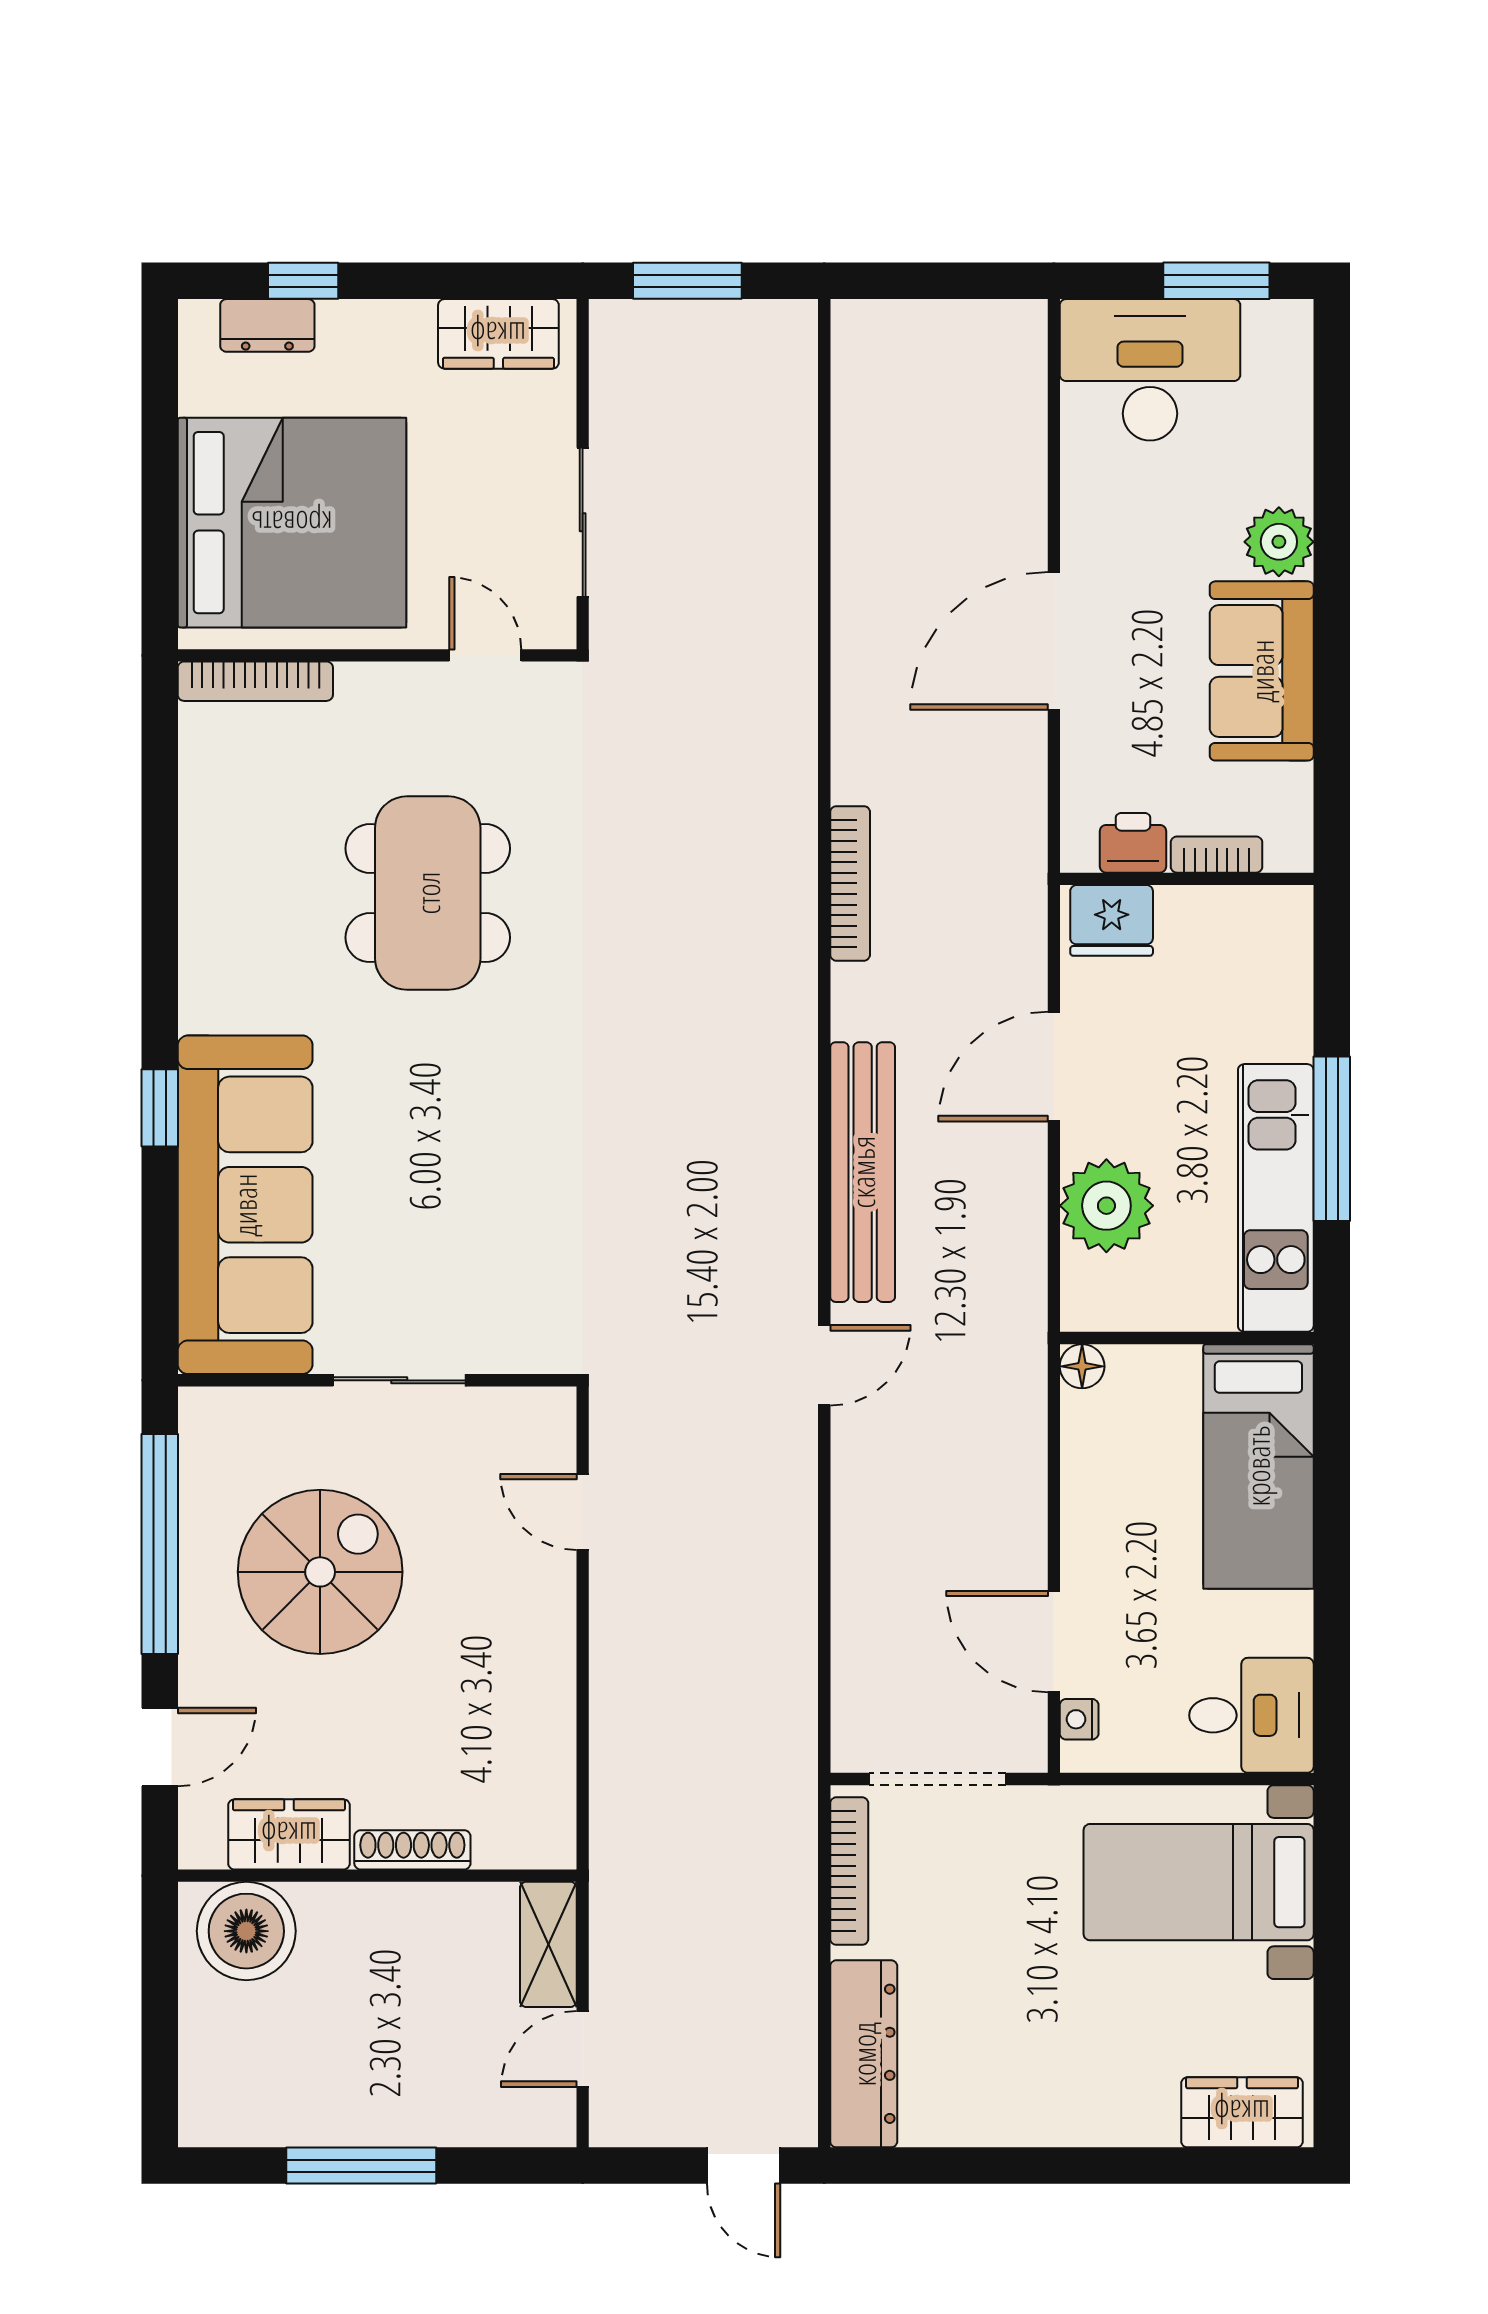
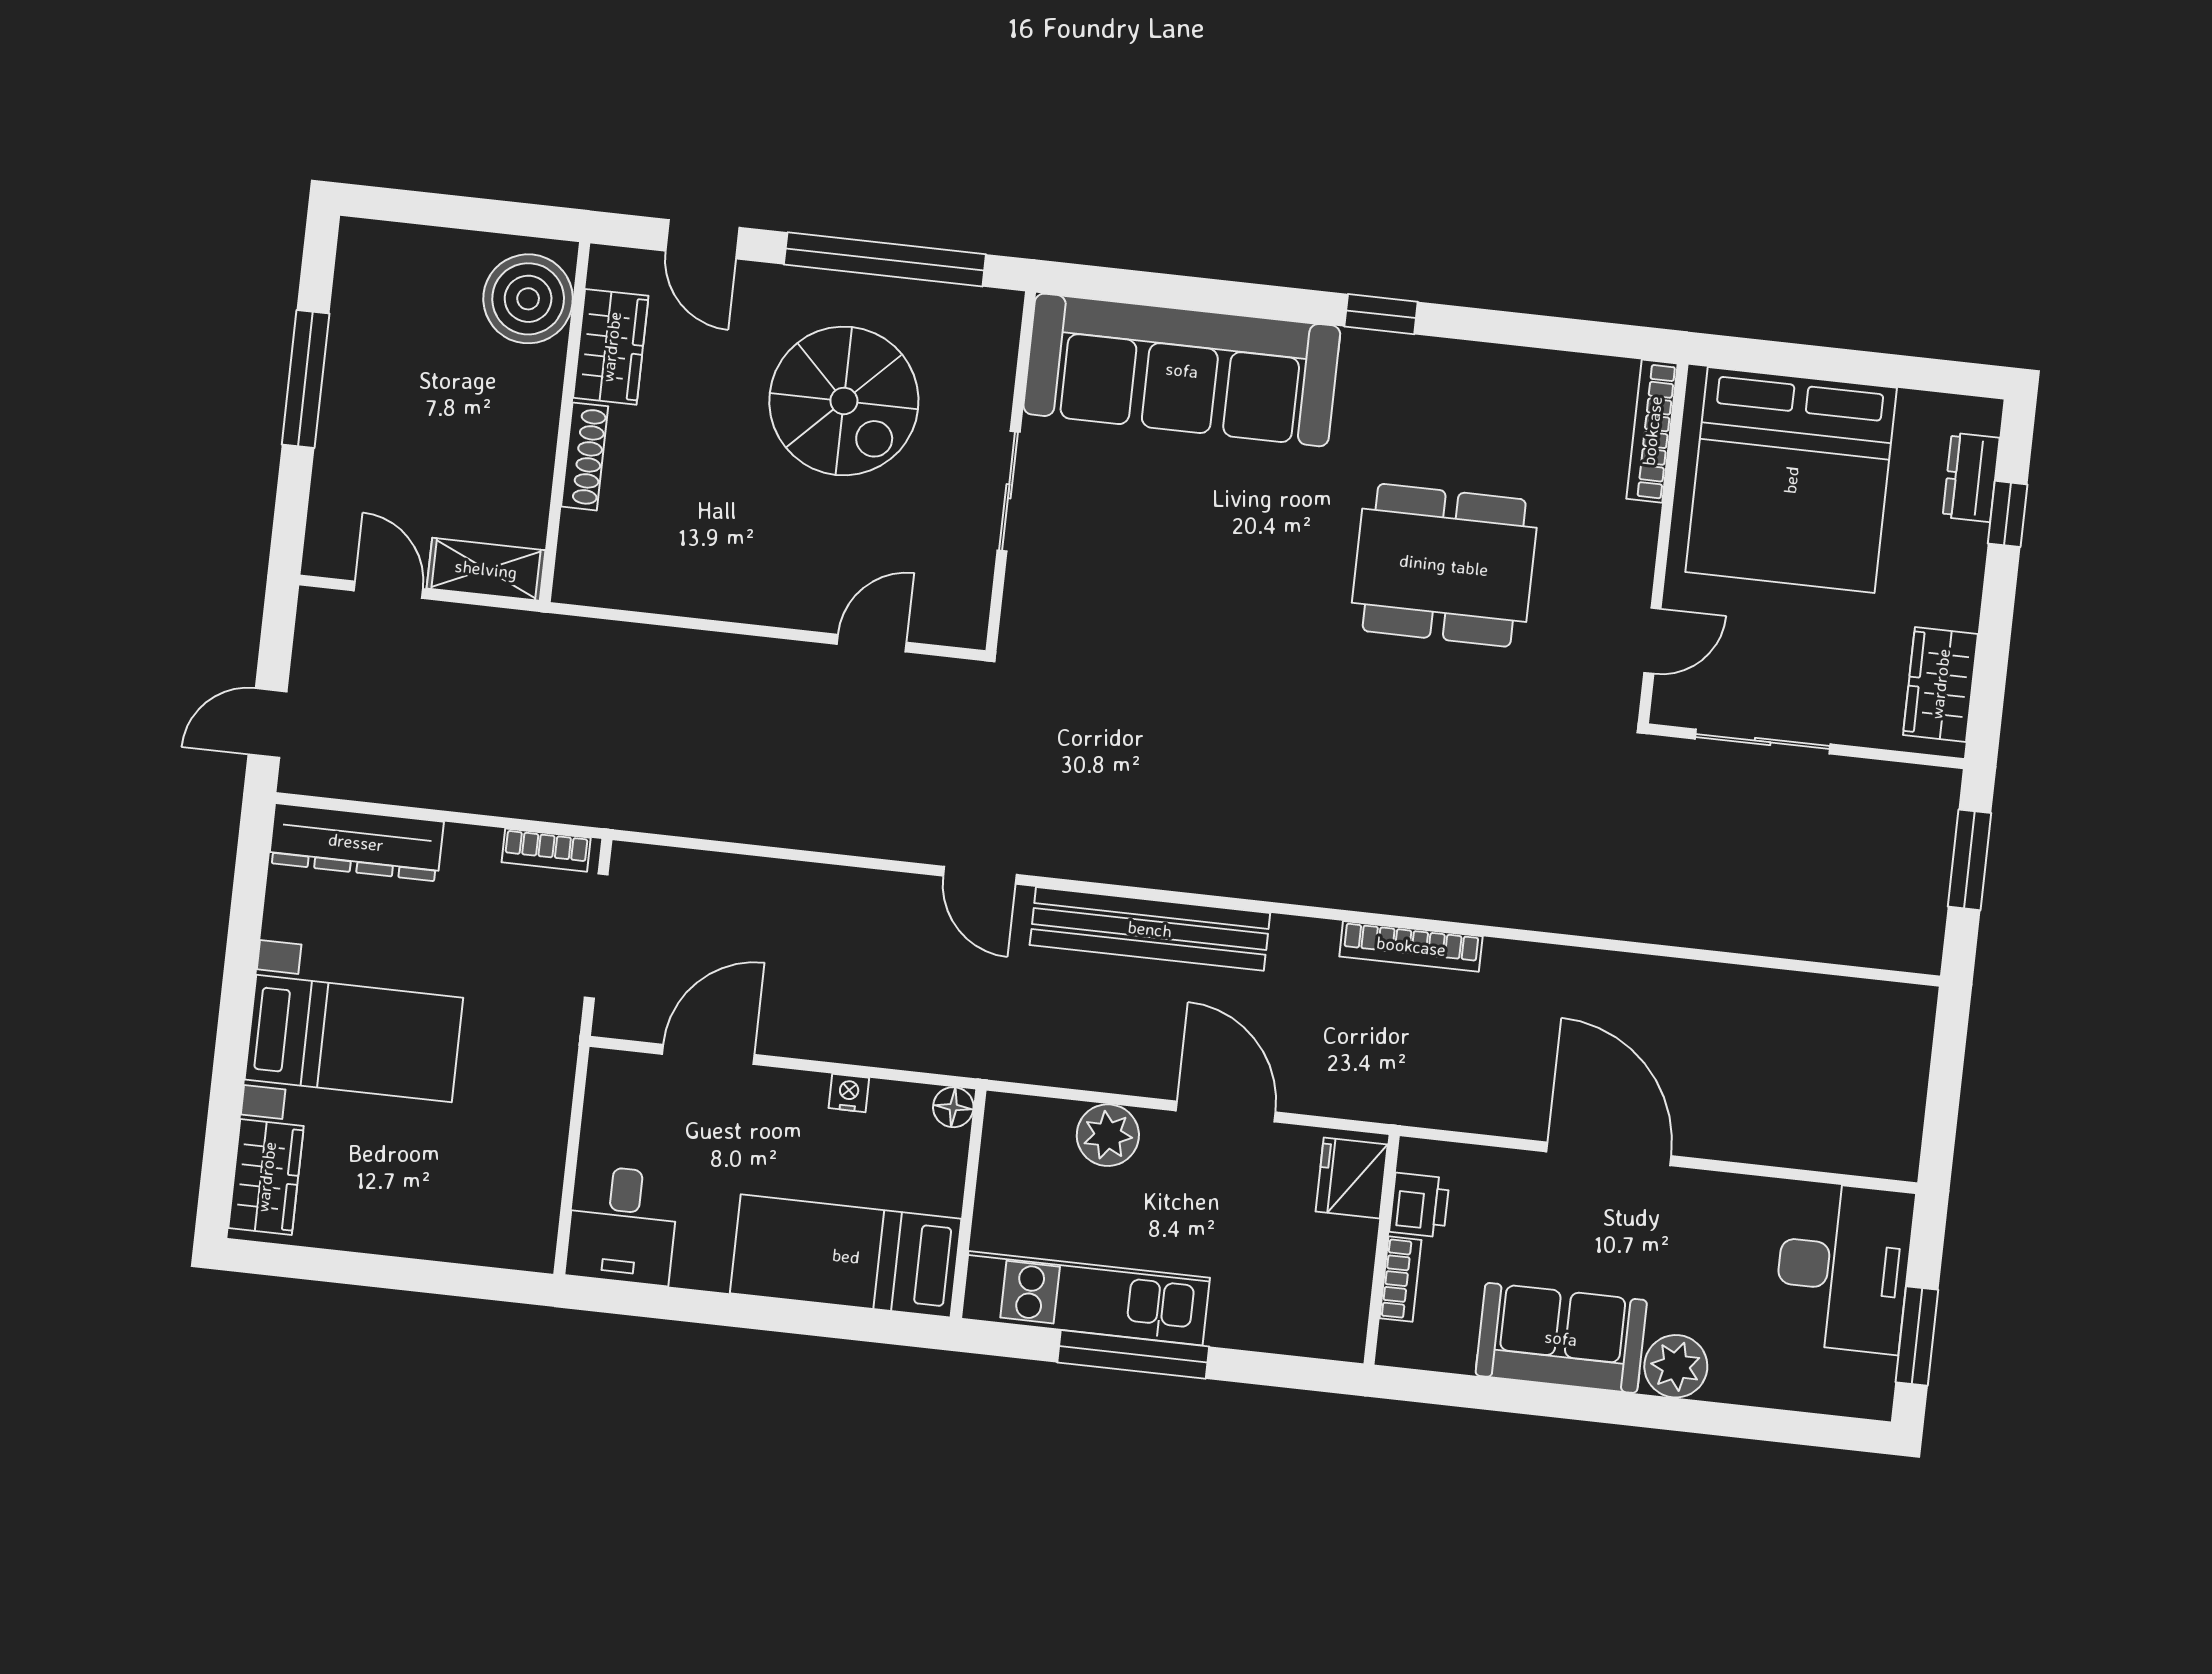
window: (160, 1108) -> (1381, 314), moved
plant: (1106, 1206) -> (1108, 1135), width x0.73, depth x0.73
nightstand: (1079, 1719) -> (849, 1093), moved
bookcase: (849, 1871) -> (546, 850), width x0.64
bed with nightstands: (1199, 1882) -> (354, 1039), moved, turned 90

